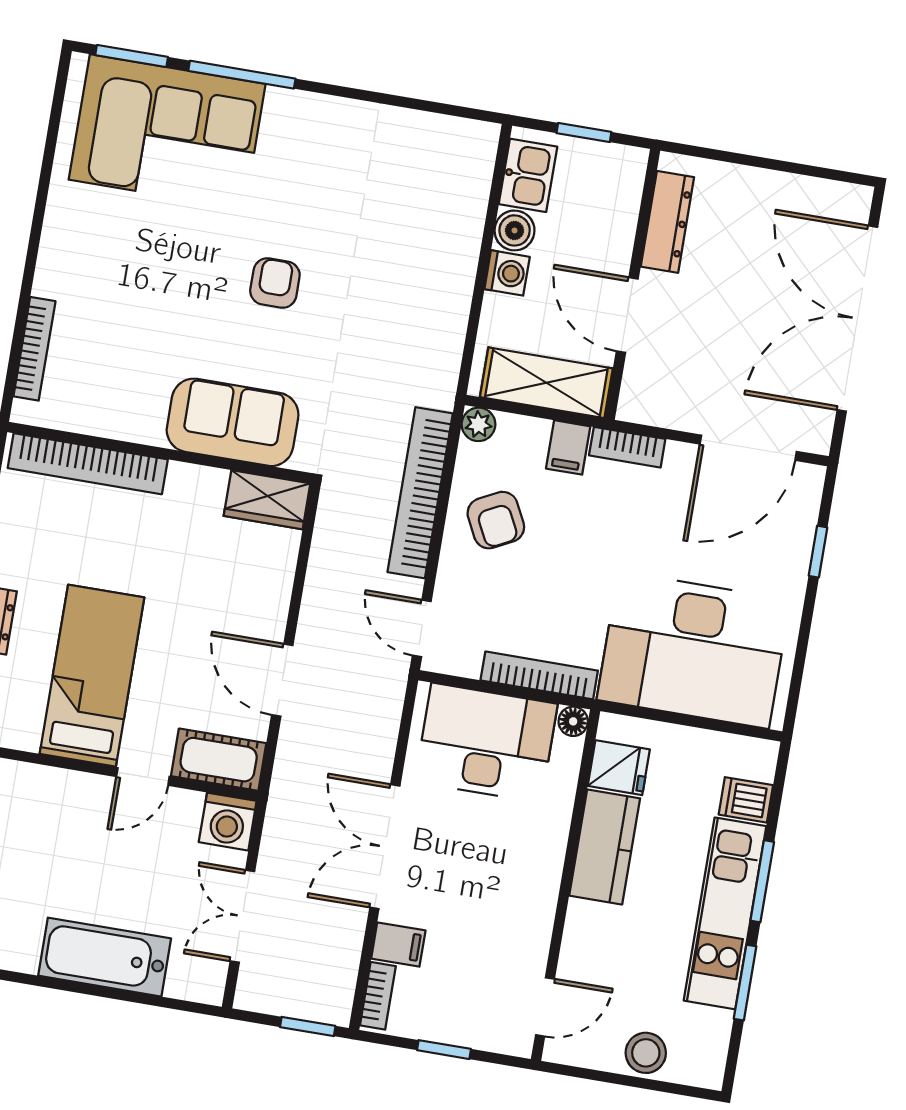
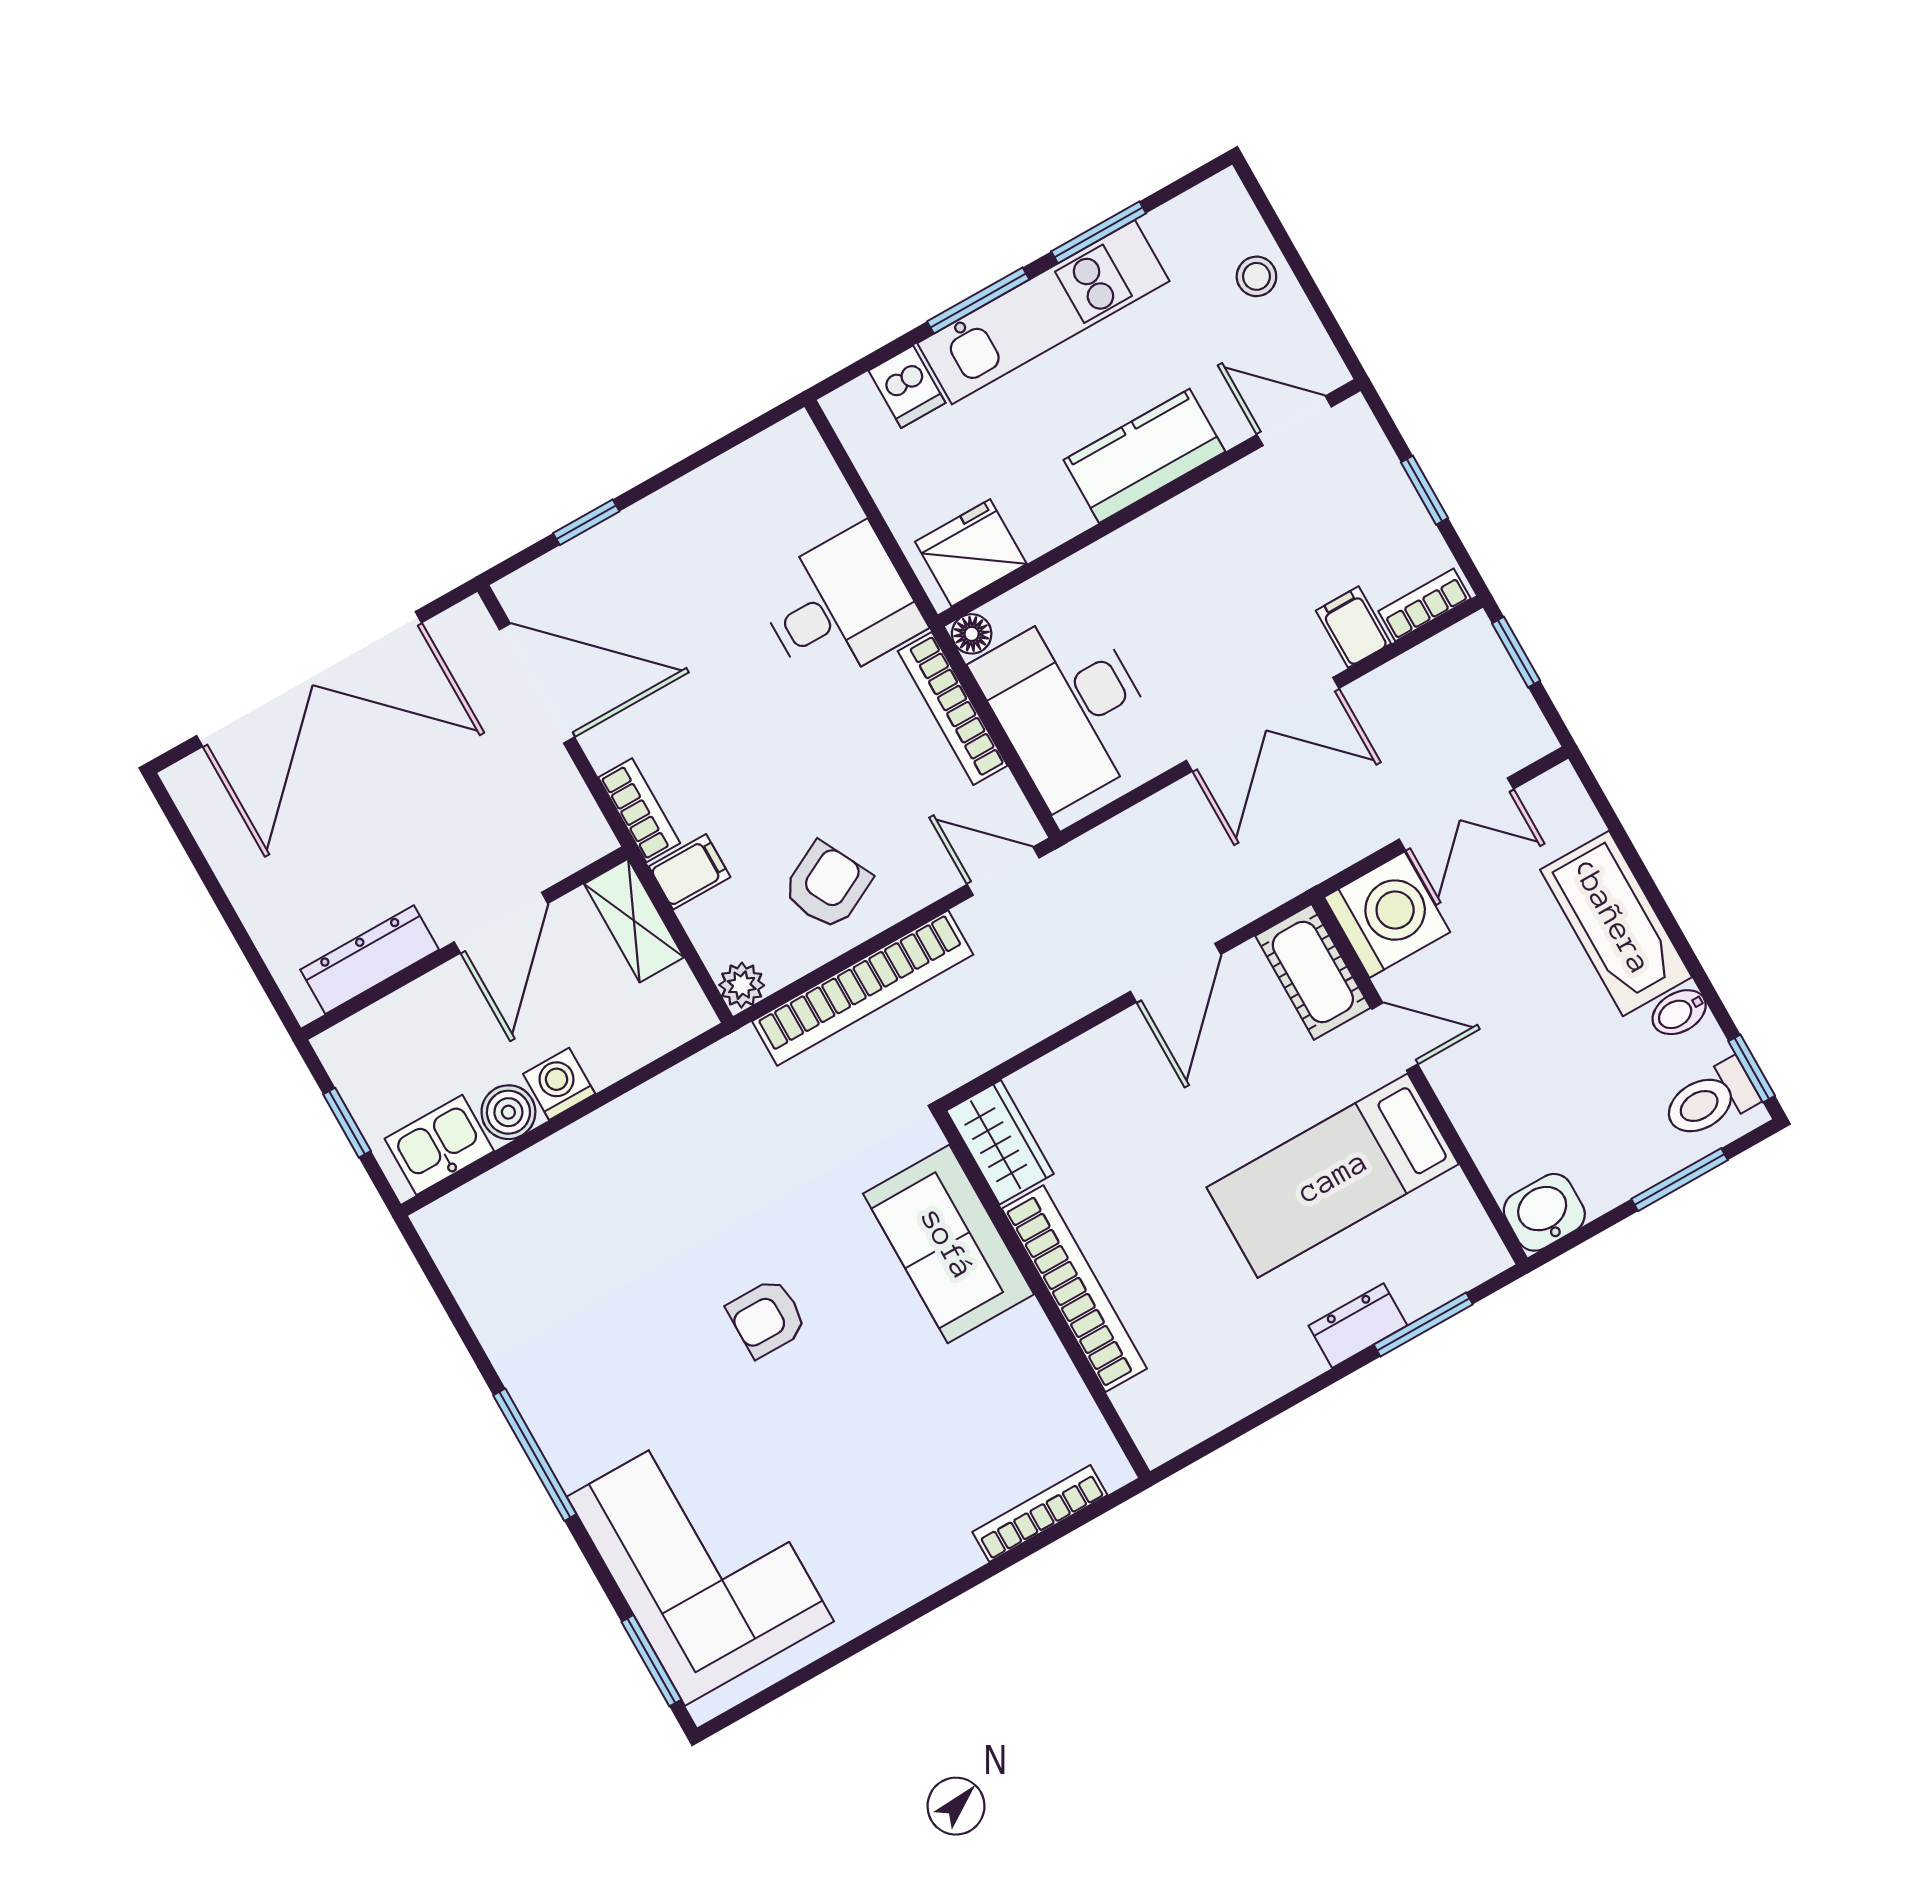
window: (242, 75) -> (535, 1455), moved
shelving: (546, 383) -> (634, 921), width x0.67, depth x0.75
bookcase: (88, 464) -> (1074, 1289), moved
door: (422, 628) -> (1003, 871), swing flipped
desk: (694, 650) -> (839, 606), width x0.53, depth x0.77
fridge: (619, 768) -> (971, 553), width x1.38
washing machine: (228, 822) -> (1387, 915), width x1.37, depth x1.37
kitchen counter: (605, 847) -> (1144, 456), moved
bidet: (24, 952) -> (1679, 1012), added
stool: (646, 1053) -> (1256, 276), width x0.73, depth x0.73

